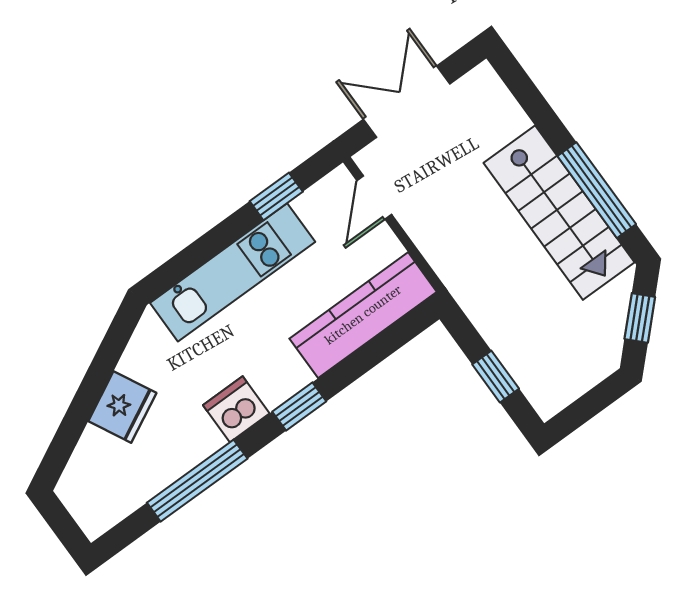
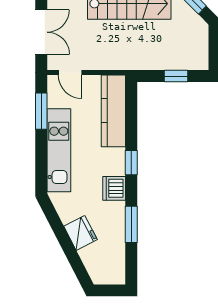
double door: (407, 102) -> (41, 32), swing flipped
window: (276, 196) -> (41, 111), width x1.50
window: (197, 481) -> (131, 224), width x0.69

